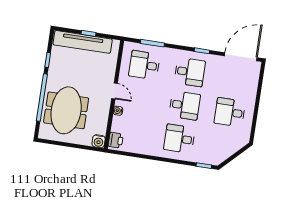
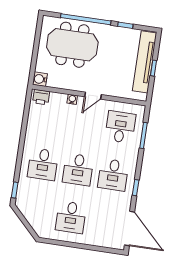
desk: (230, 112) -> (71, 217), turned 180
desk: (179, 139) -> (43, 164), turned 180

